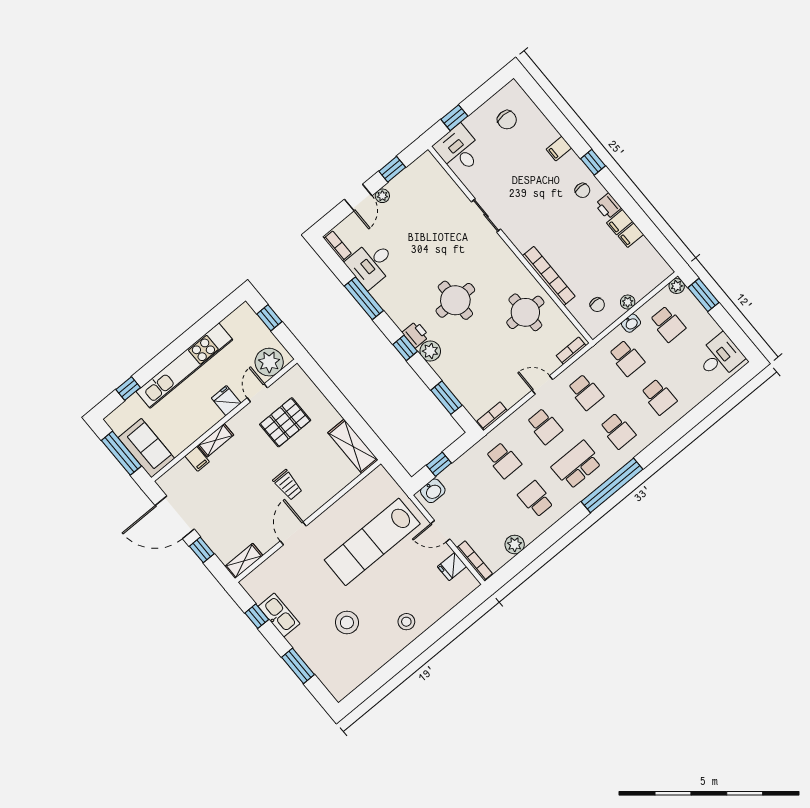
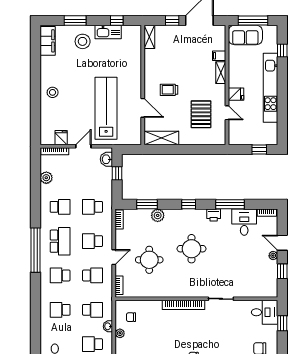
bookcase: (549, 276) -> (183, 305), moved
round table: (525, 312) -> (149, 260), moved
printer: (416, 334) -> (214, 215), moved
plant: (430, 351) -> (158, 215), moved
school desk: (627, 358) -> (93, 310), turned 180
plant: (269, 362) -> (237, 131), removed
school desk: (586, 392) -> (93, 275), turned 180
door: (293, 533) -> (143, 108), moved
stool: (347, 622) -> (83, 41), moved
filing cabinet: (350, 679) -> (48, 41), added

